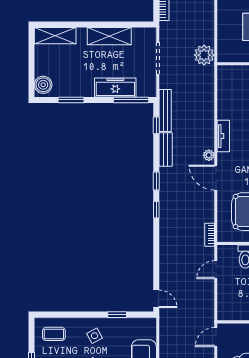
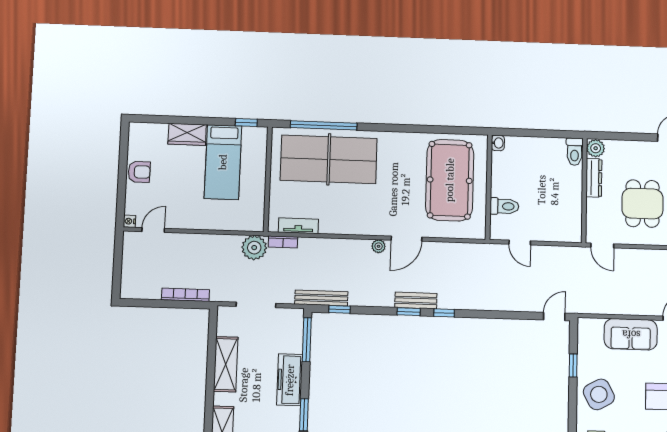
freezer: (115, 87) -> (290, 380), moved
tv unit: (223, 136) -> (298, 226), moved
bench: (166, 150) -> (416, 300), moved
bookcase: (210, 235) -> (283, 242), moved
side table: (95, 336) -> (599, 394), width x1.87, depth x1.87

